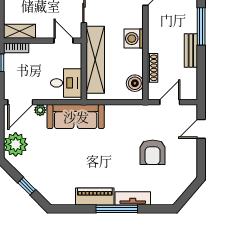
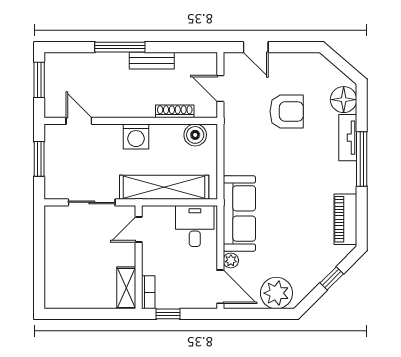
floor lamp: (162, 195) -> (344, 100), added
piano: (95, 196) -> (345, 219), moved

